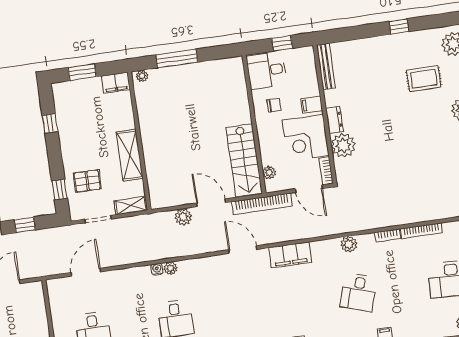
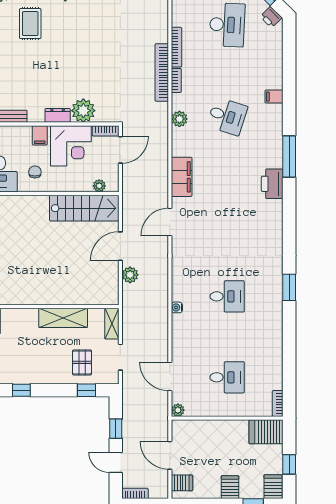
bookcase: (262, 204) -> (162, 72), moved, turned 180
plant: (170, 268) -> (178, 410), moved

